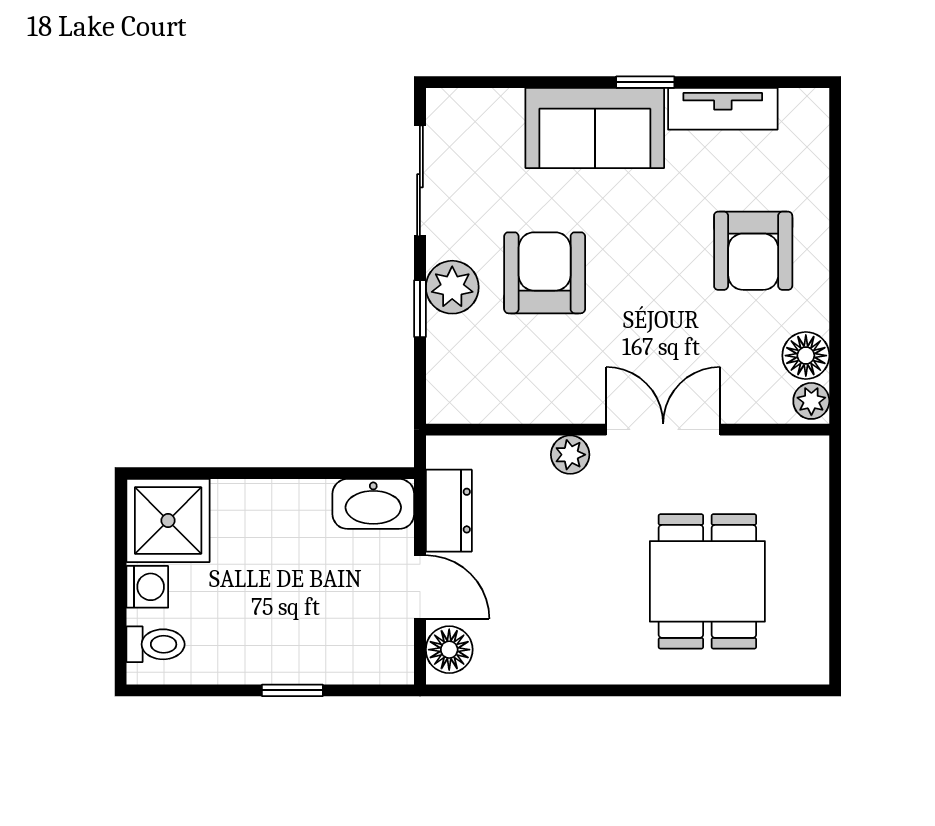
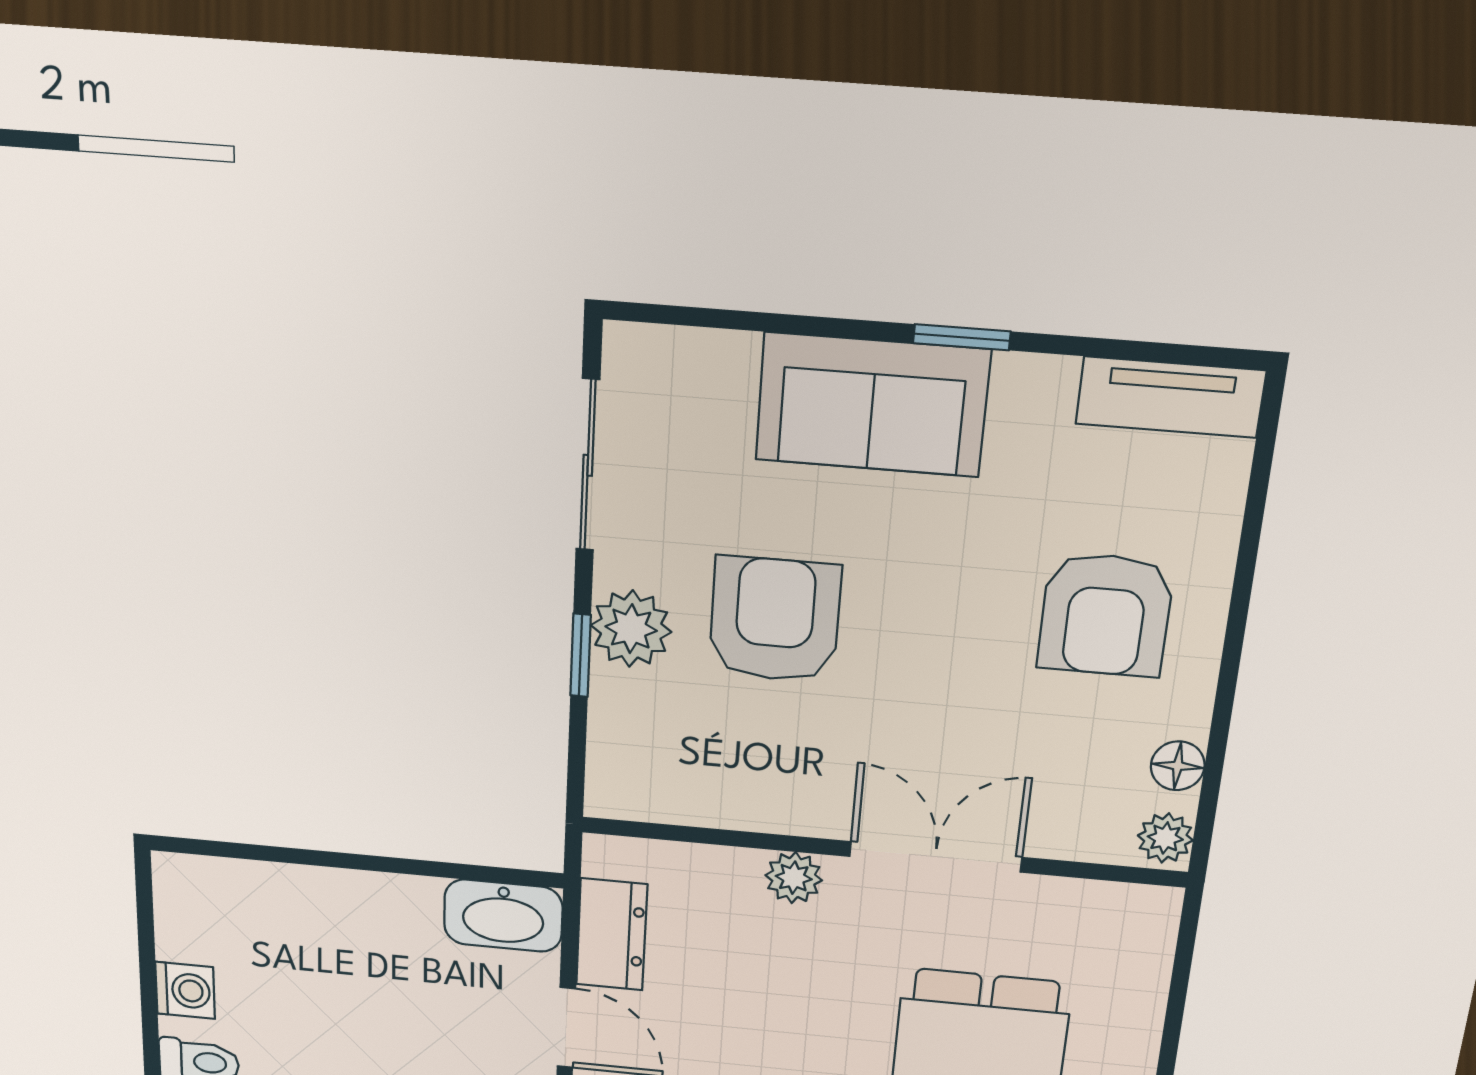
tv unit: (723, 109) -> (1170, 397), moved
floor lamp: (806, 356) -> (1178, 766), width x0.73, depth x0.73
shower: (168, 521) -> (211, 909), removed

